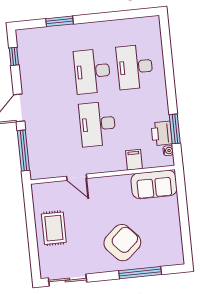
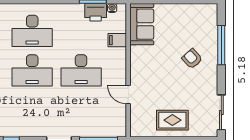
door: (77, 177) -> (128, 94), swing flipped
armchair: (122, 243) -> (192, 59), width x0.53, depth x0.53

